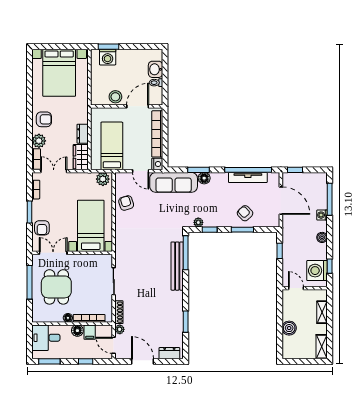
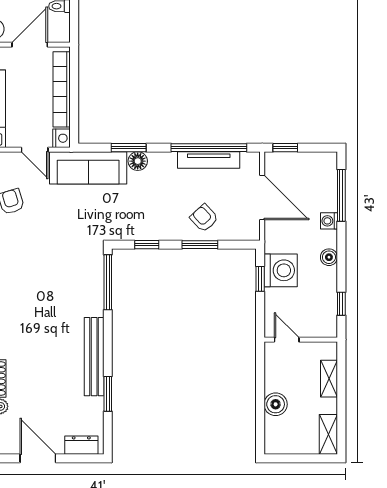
plant: (198, 222) -> (128, 233), removed
bench: (177, 266) -> (94, 357), moved
washing machine: (317, 271) -> (281, 270), moved, turned 180

